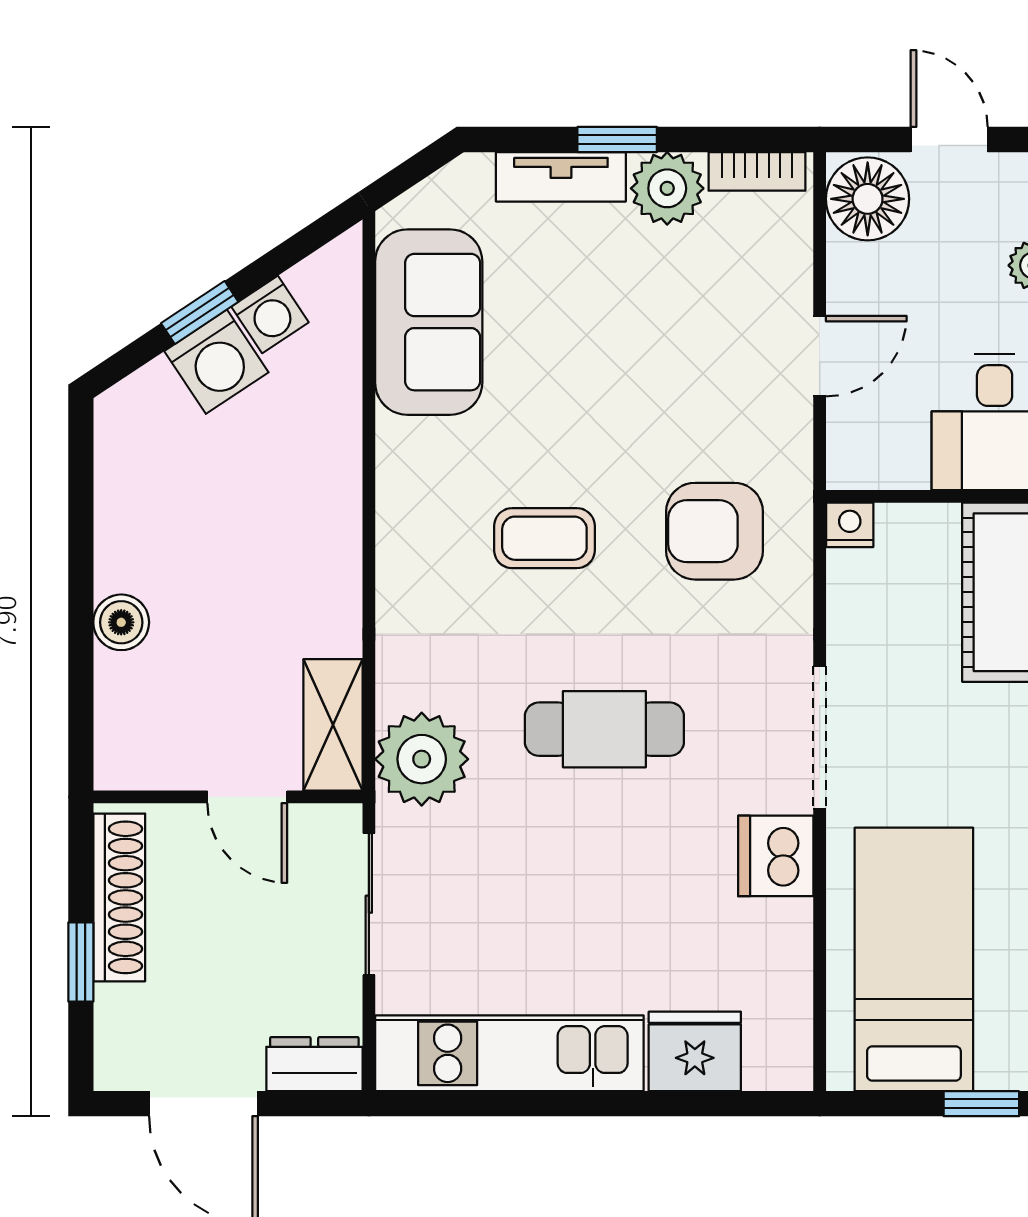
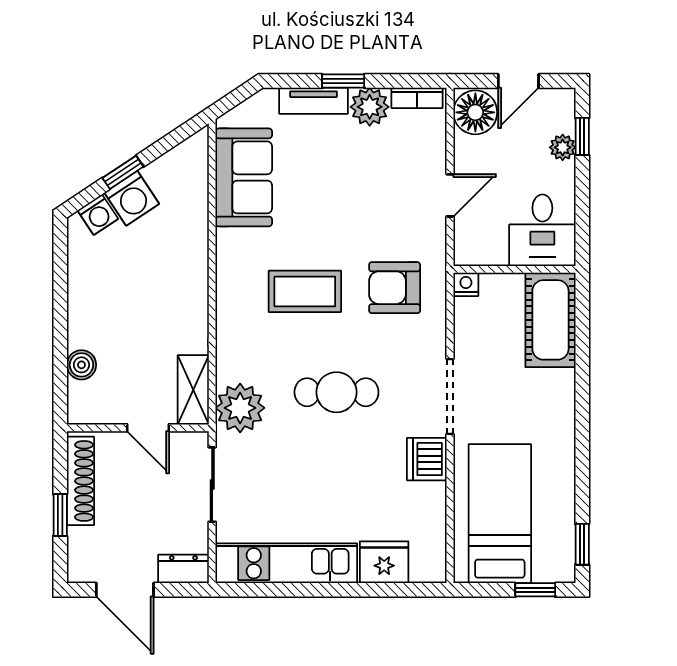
door: (949, 139) -> (518, 81), swing flipped
washing machine: (270, 314) -> (98, 215), moved
coffee table: (544, 538) -> (305, 291), width x1.36, depth x1.30
boiler: (121, 622) -> (81, 365), moved

